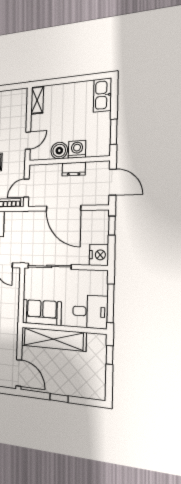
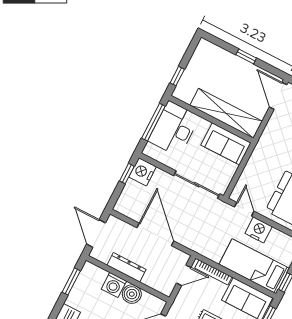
dresser: (74, 169) -> (126, 267), width x1.44
window: (112, 226) -> (127, 174), moved
desk: (90, 312) -> (174, 129), width x1.37

